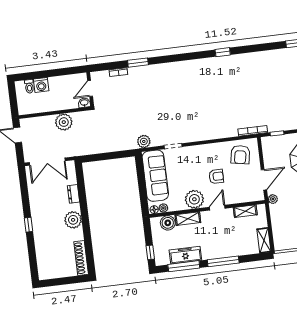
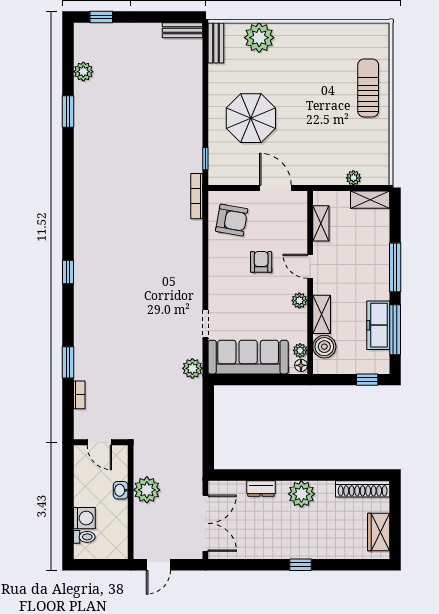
window: (223, 52) -> (68, 272), moved
washbasin: (84, 103) -> (121, 490), moved
plant: (194, 199) -> (299, 301), width x0.53, depth x0.53
plant: (273, 199) -> (353, 178), moved
wardrobe: (55, 271) -> (379, 532), added

